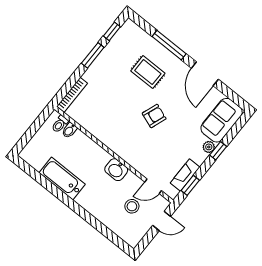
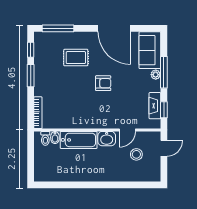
window: (169, 45) -> (58, 28), moved
door: (205, 74) -> (114, 28), width x1.36
armchair: (154, 116) -> (103, 83), turned 70
window: (218, 151) -> (164, 72), width x2.17
bathtub: (62, 178) -> (79, 140), moved, turned 180
door: (153, 186) -> (127, 130), moved

